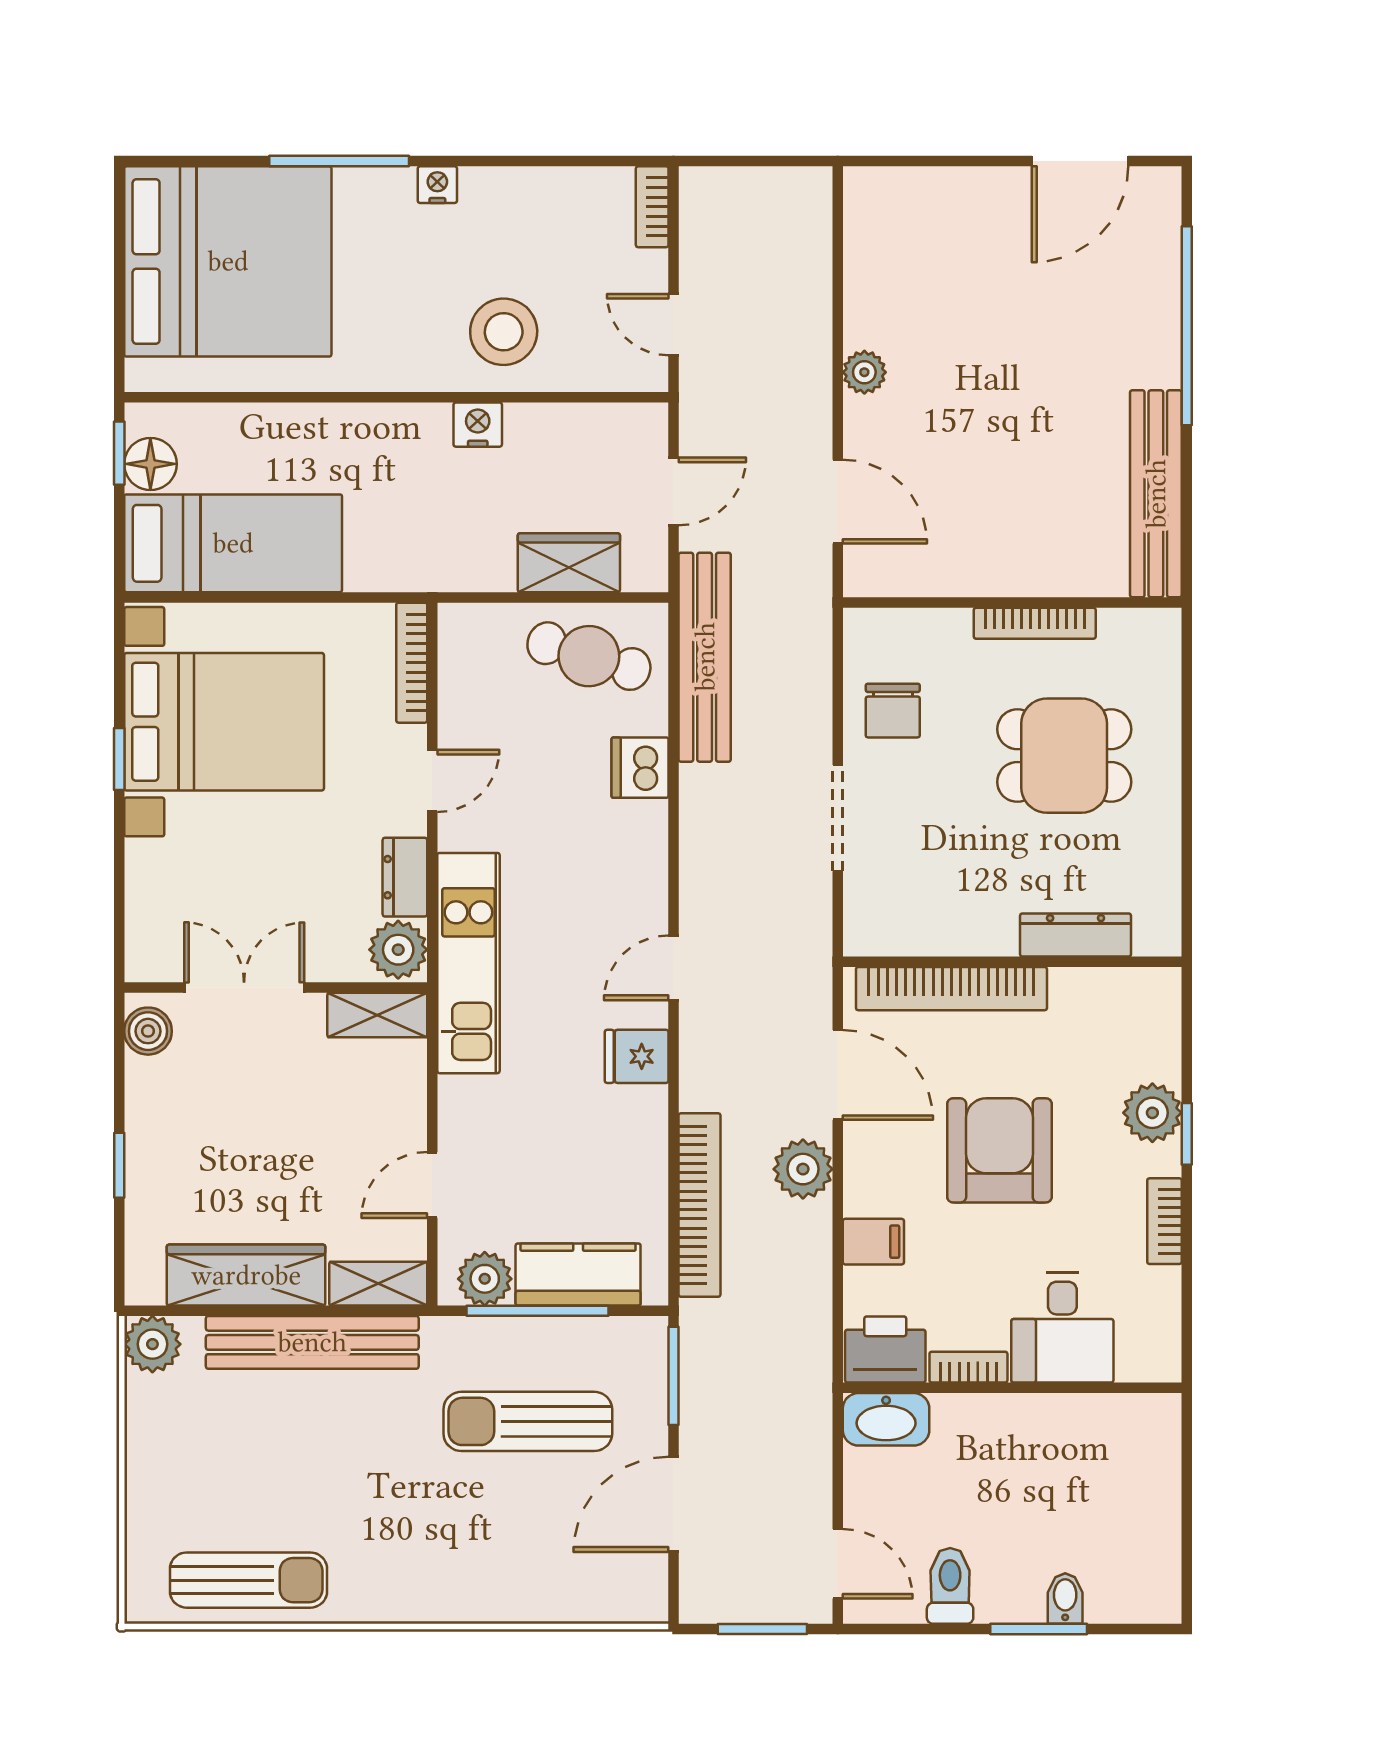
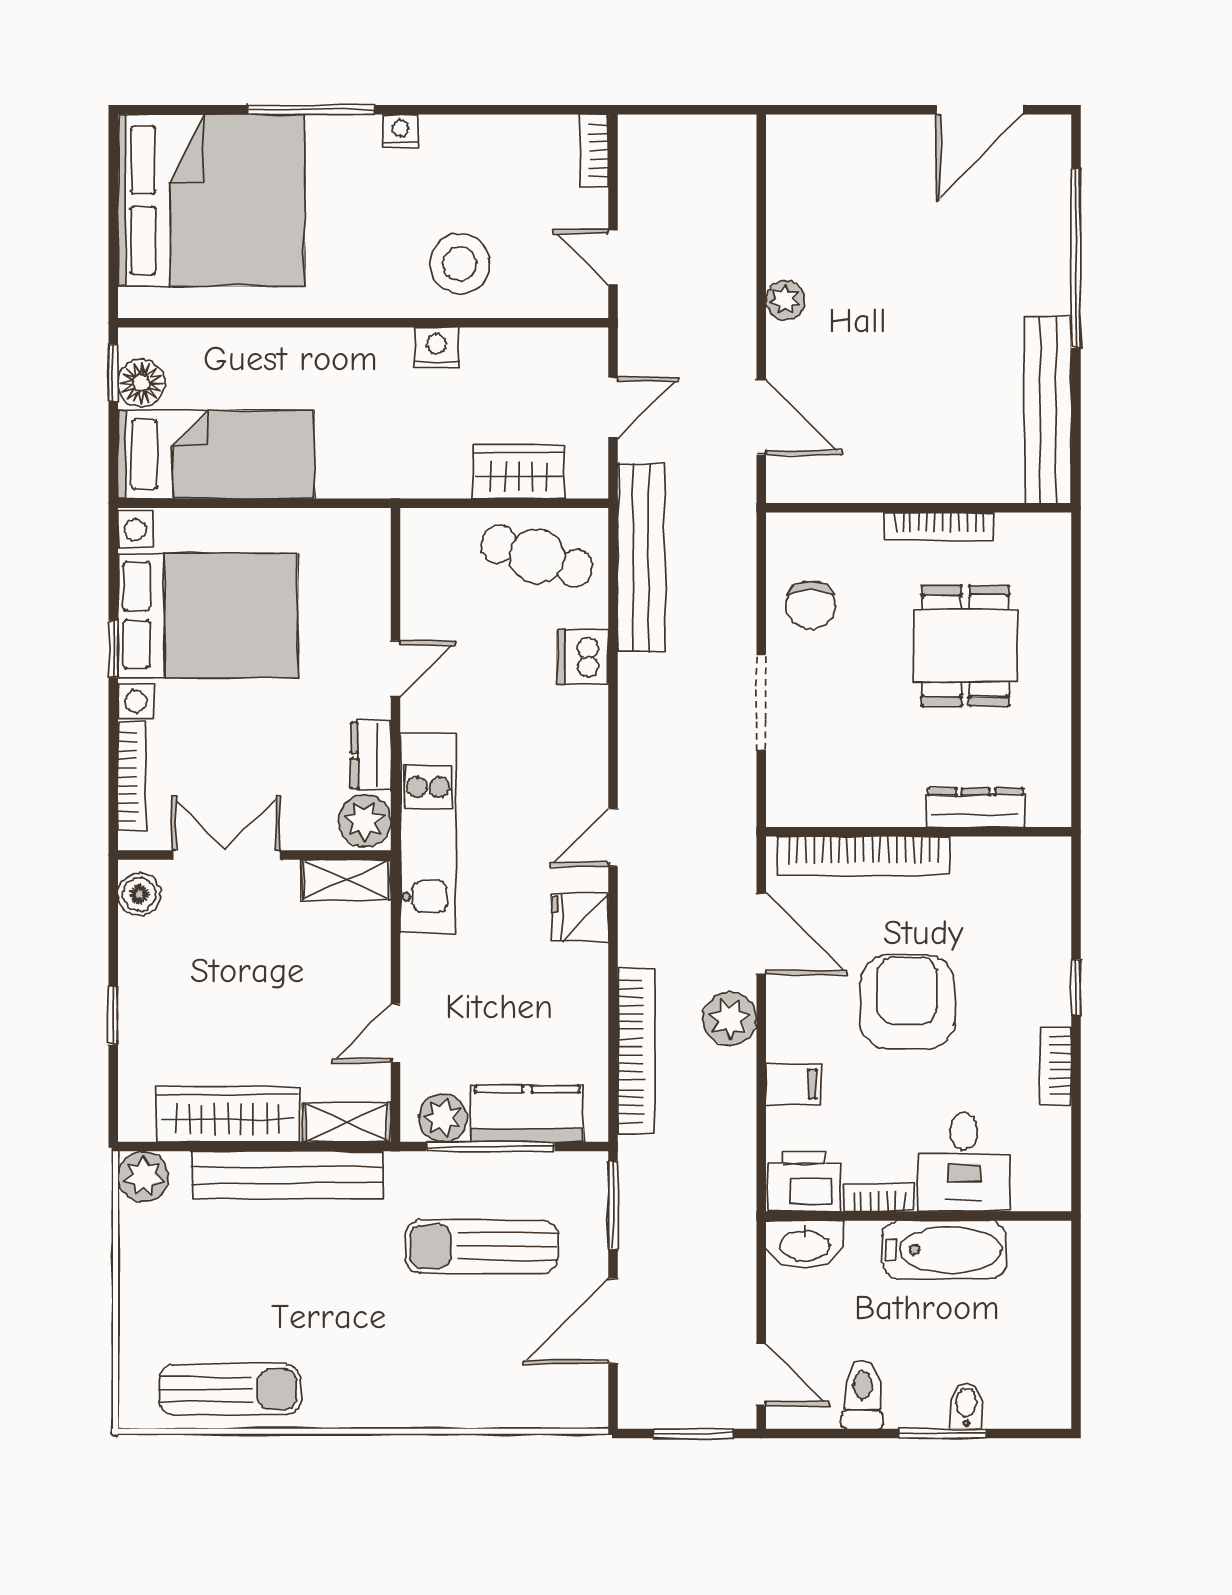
bookcase: (412, 663) -> (132, 777), moved, turned 180
dining table: (1064, 756) -> (965, 646), turned 90
plant: (1152, 1113) -> (1045, 968), removed
bathtub: (1041, 1425) -> (944, 1250), added

